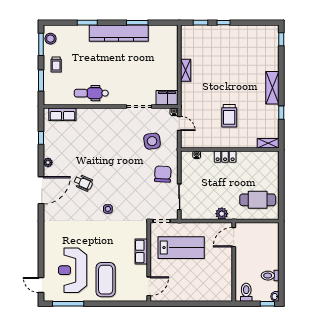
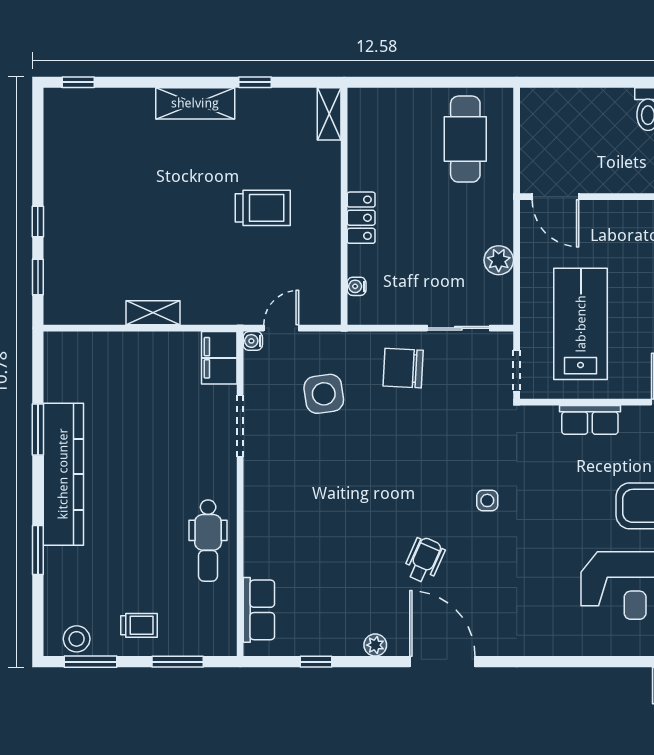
plant: (222, 214) -> (499, 260), moved

